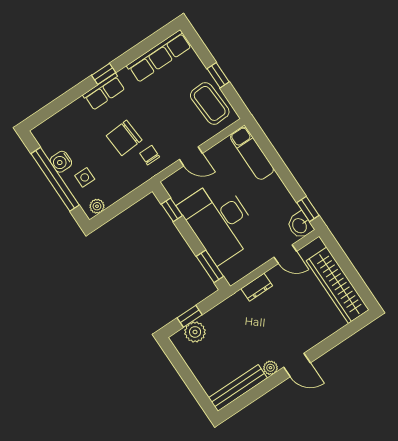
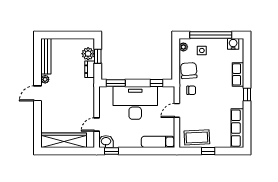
row of seats: (104, 92) -> (238, 74), moved
chair: (124, 138) -> (189, 71), moved
water cooler: (61, 162) -> (233, 44), moved
dresser: (257, 287) -> (90, 69), moved

